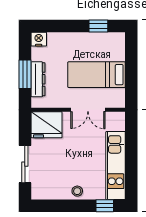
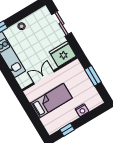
nightstand: (39, 39) -> (82, 110), moved
dresser: (38, 79) -> (84, 77), removed

